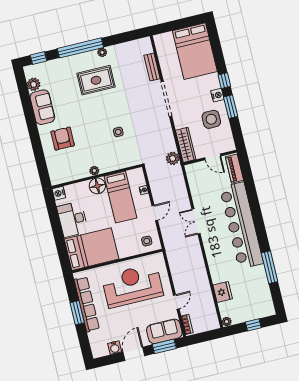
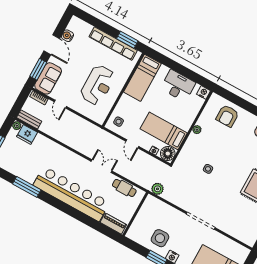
bench: (152, 67) -> (29, 119), moved
armchair: (63, 139) -> (227, 116), moved, turned 90
wardrobe: (186, 145) -> (159, 206), removed
door: (213, 157) -> (134, 216), removed
floor lamp: (97, 186) -> (168, 154), moved
cafe table: (197, 186) -> (124, 188), added
bed: (92, 249) -> (142, 78), width x0.67
reception desk: (132, 286) -> (98, 85), width x0.74, depth x0.77
fridge: (223, 292) -> (27, 134), moved
window: (77, 313) -> (127, 40), moved

